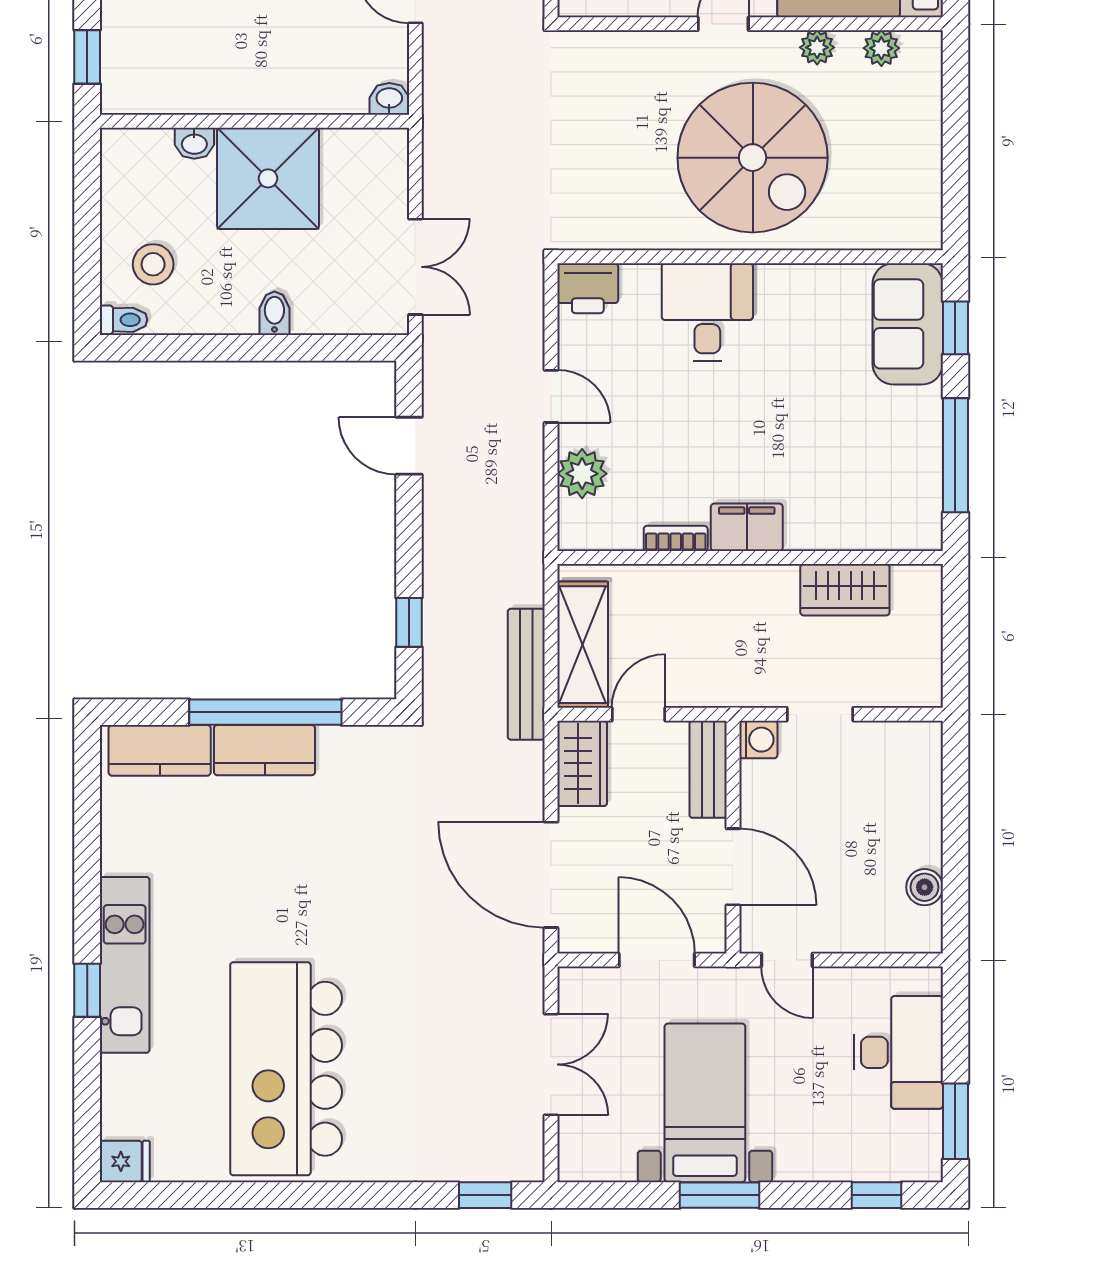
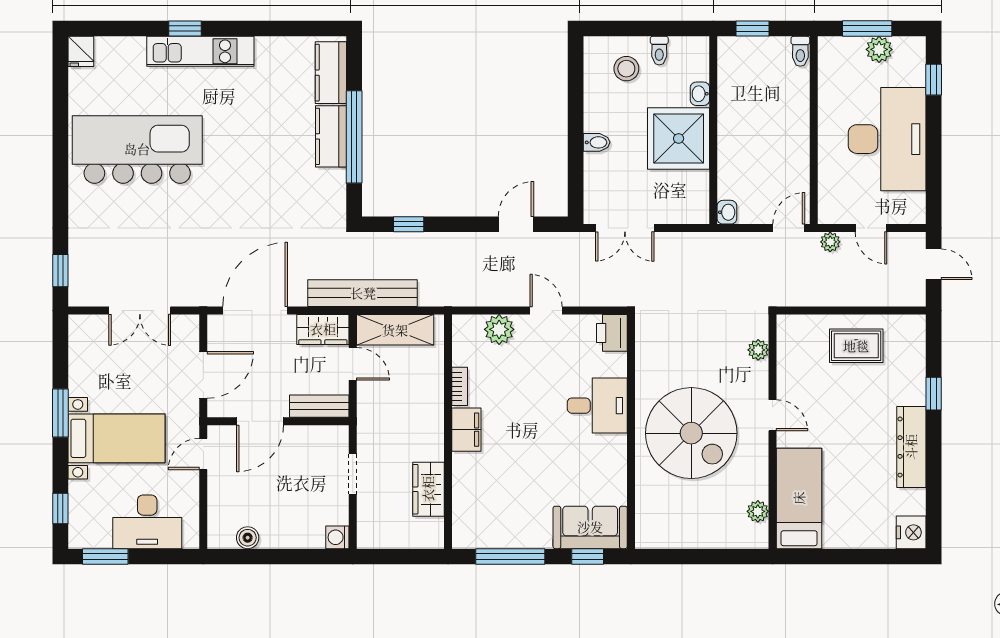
plant: (817, 47) -> (758, 350), moved
spiral stairs: (753, 158) -> (691, 433), turned -90
toilet: (124, 320) -> (659, 51), moved
door: (551, 396) -> (546, 311), swing flipped
bench: (526, 674) -> (363, 293), width x1.37, depth x1.21
washing machine: (758, 740) -> (337, 537), moved, turned 90
bed with nightstands: (705, 1103) -> (116, 438), moved

